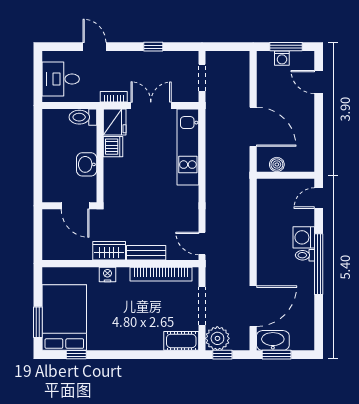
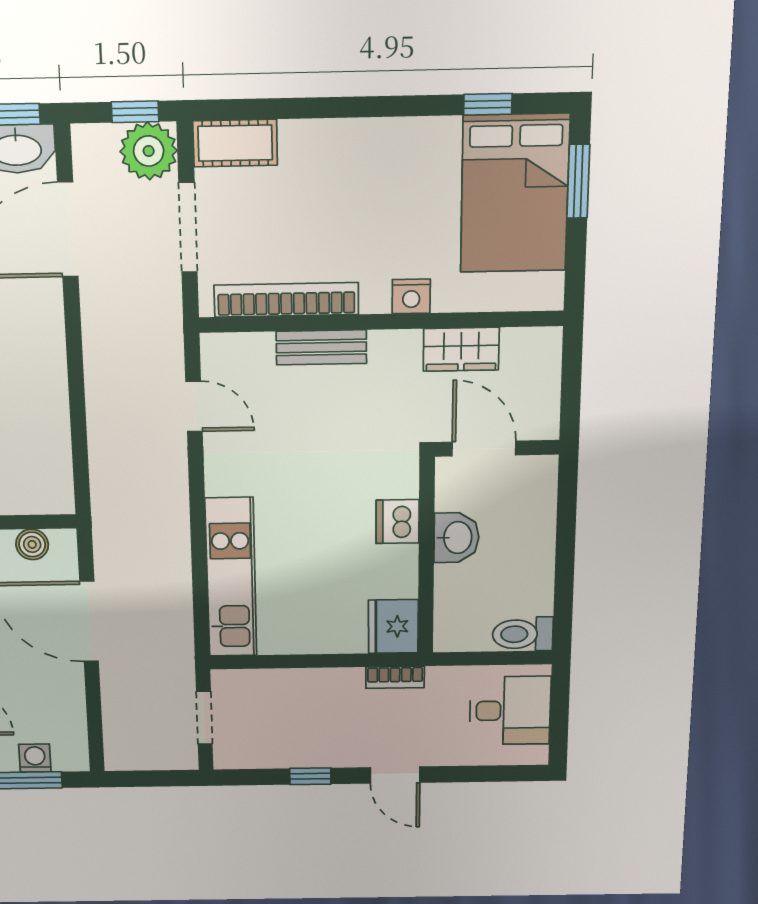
door: (94, 47) -> (395, 775), moved
double door: (151, 105) -> (314, 661), removed
toilet: (83, 117) -> (523, 634), moved, turned 180
dishwasher: (113, 147) -> (398, 522), moved
door: (202, 244) -> (194, 407), moved
wardrobe: (109, 251) -> (461, 349), moved

